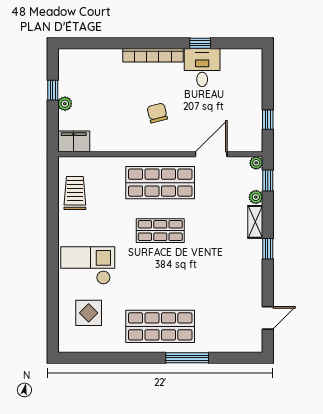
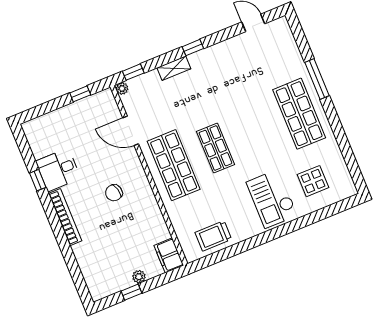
plant: (256, 197) -> (152, 77), removed

